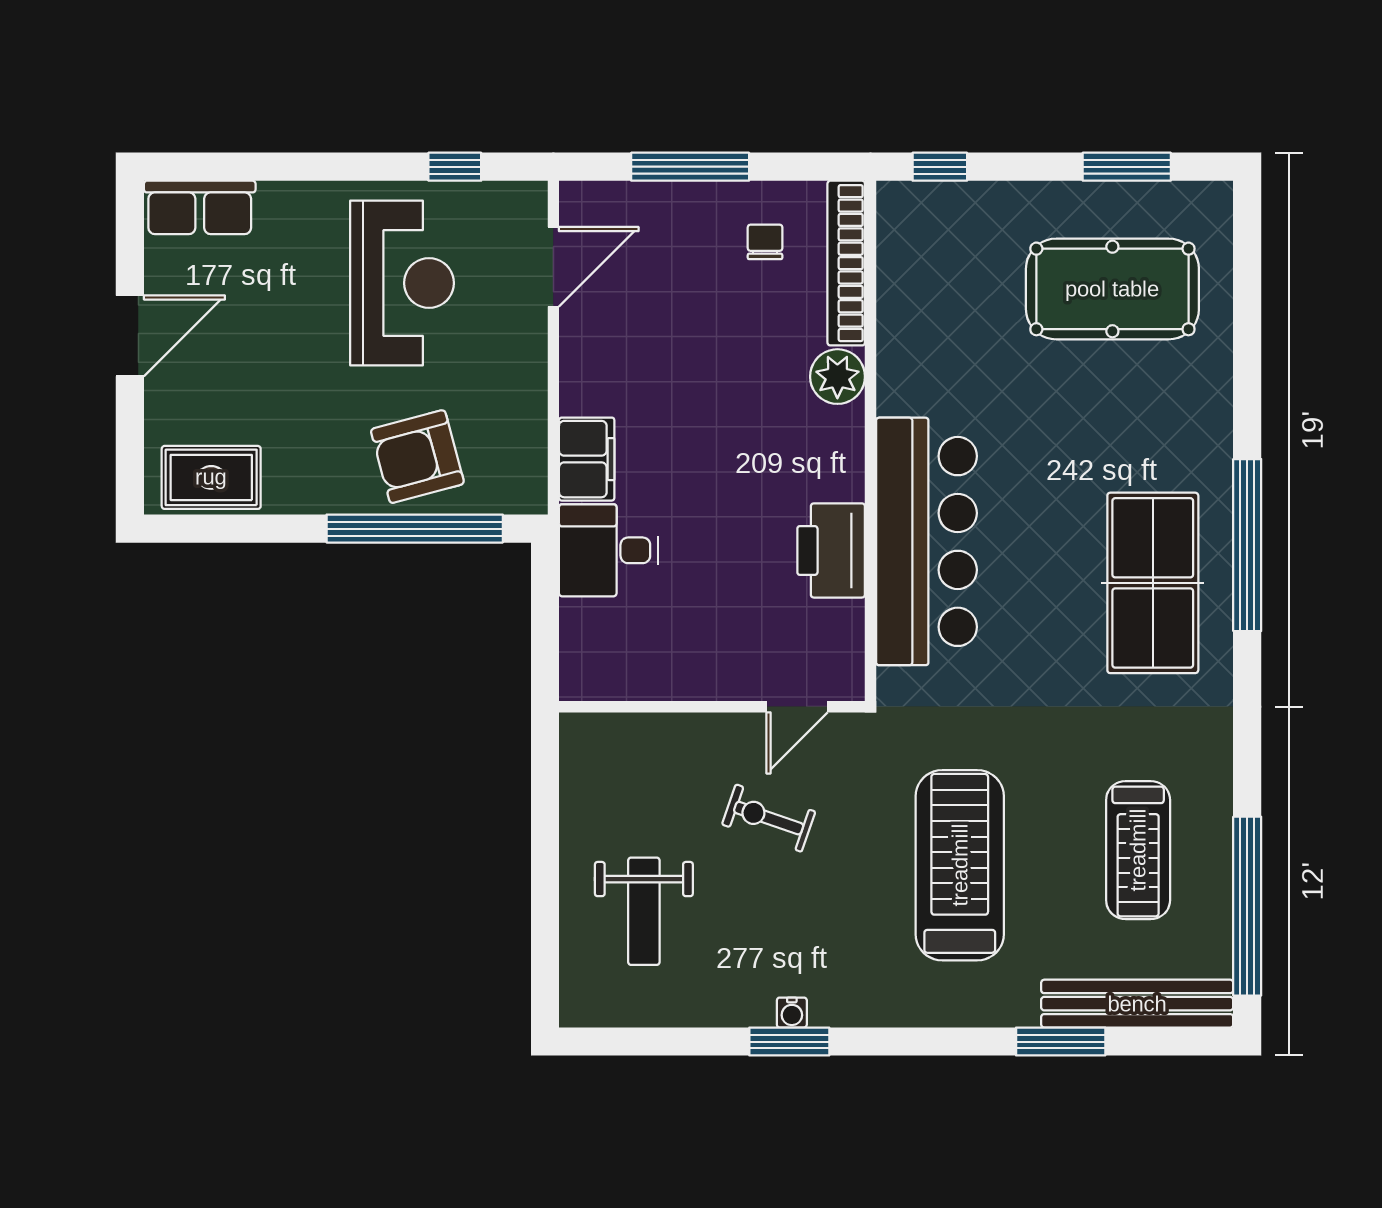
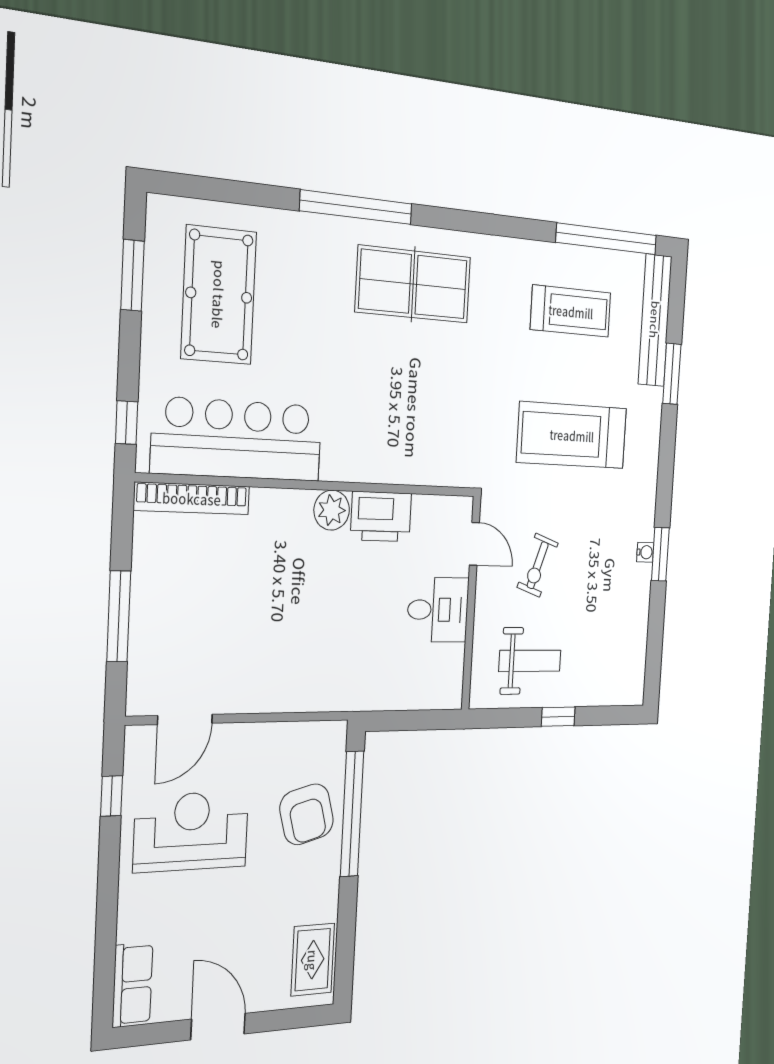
chair: (765, 242) -> (175, 560), removed
door: (553, 267) -> (185, 719), swing flipped
plant: (837, 377) -> (332, 510), moved
filing cabinet: (587, 459) -> (314, 693), removed
bar counter: (926, 541) -> (237, 439), moved
window: (1247, 545) -> (356, 207), moved
desk: (609, 550) -> (438, 610), moved, turned -90
window: (545, 871) -> (558, 717), added
weight bench: (644, 911) -> (530, 661), moved

